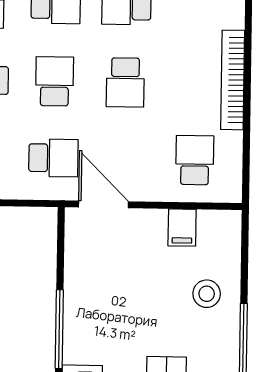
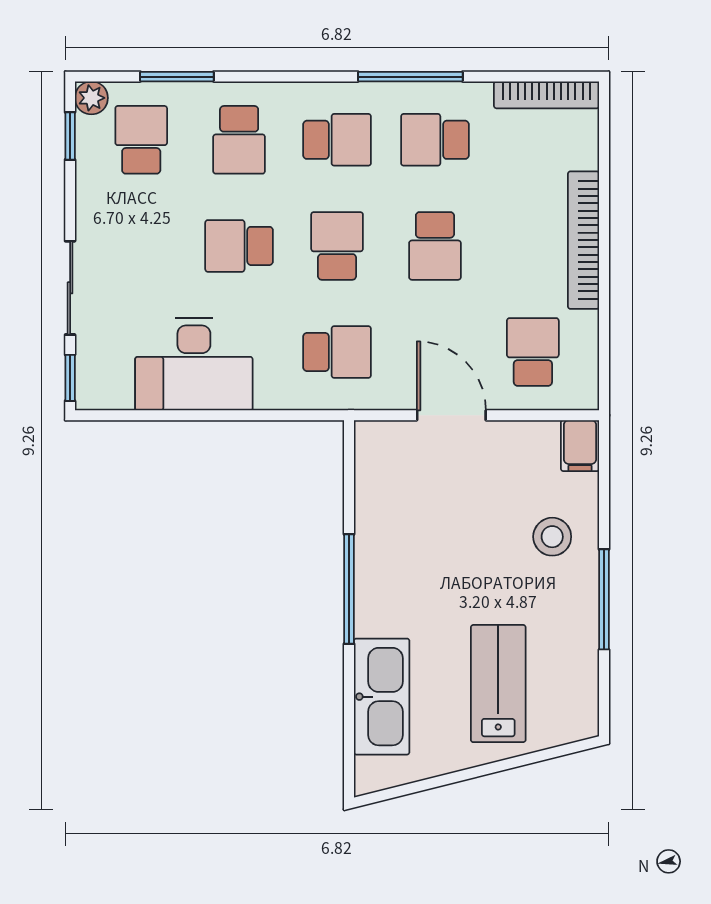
door: (103, 204) -> (451, 415), moved
filing cabinet: (182, 228) -> (580, 446), moved

